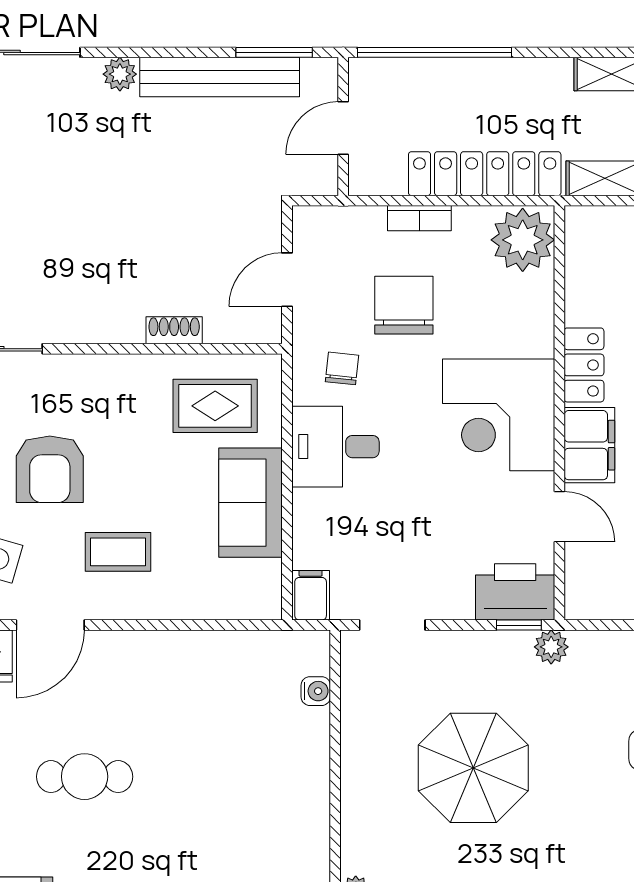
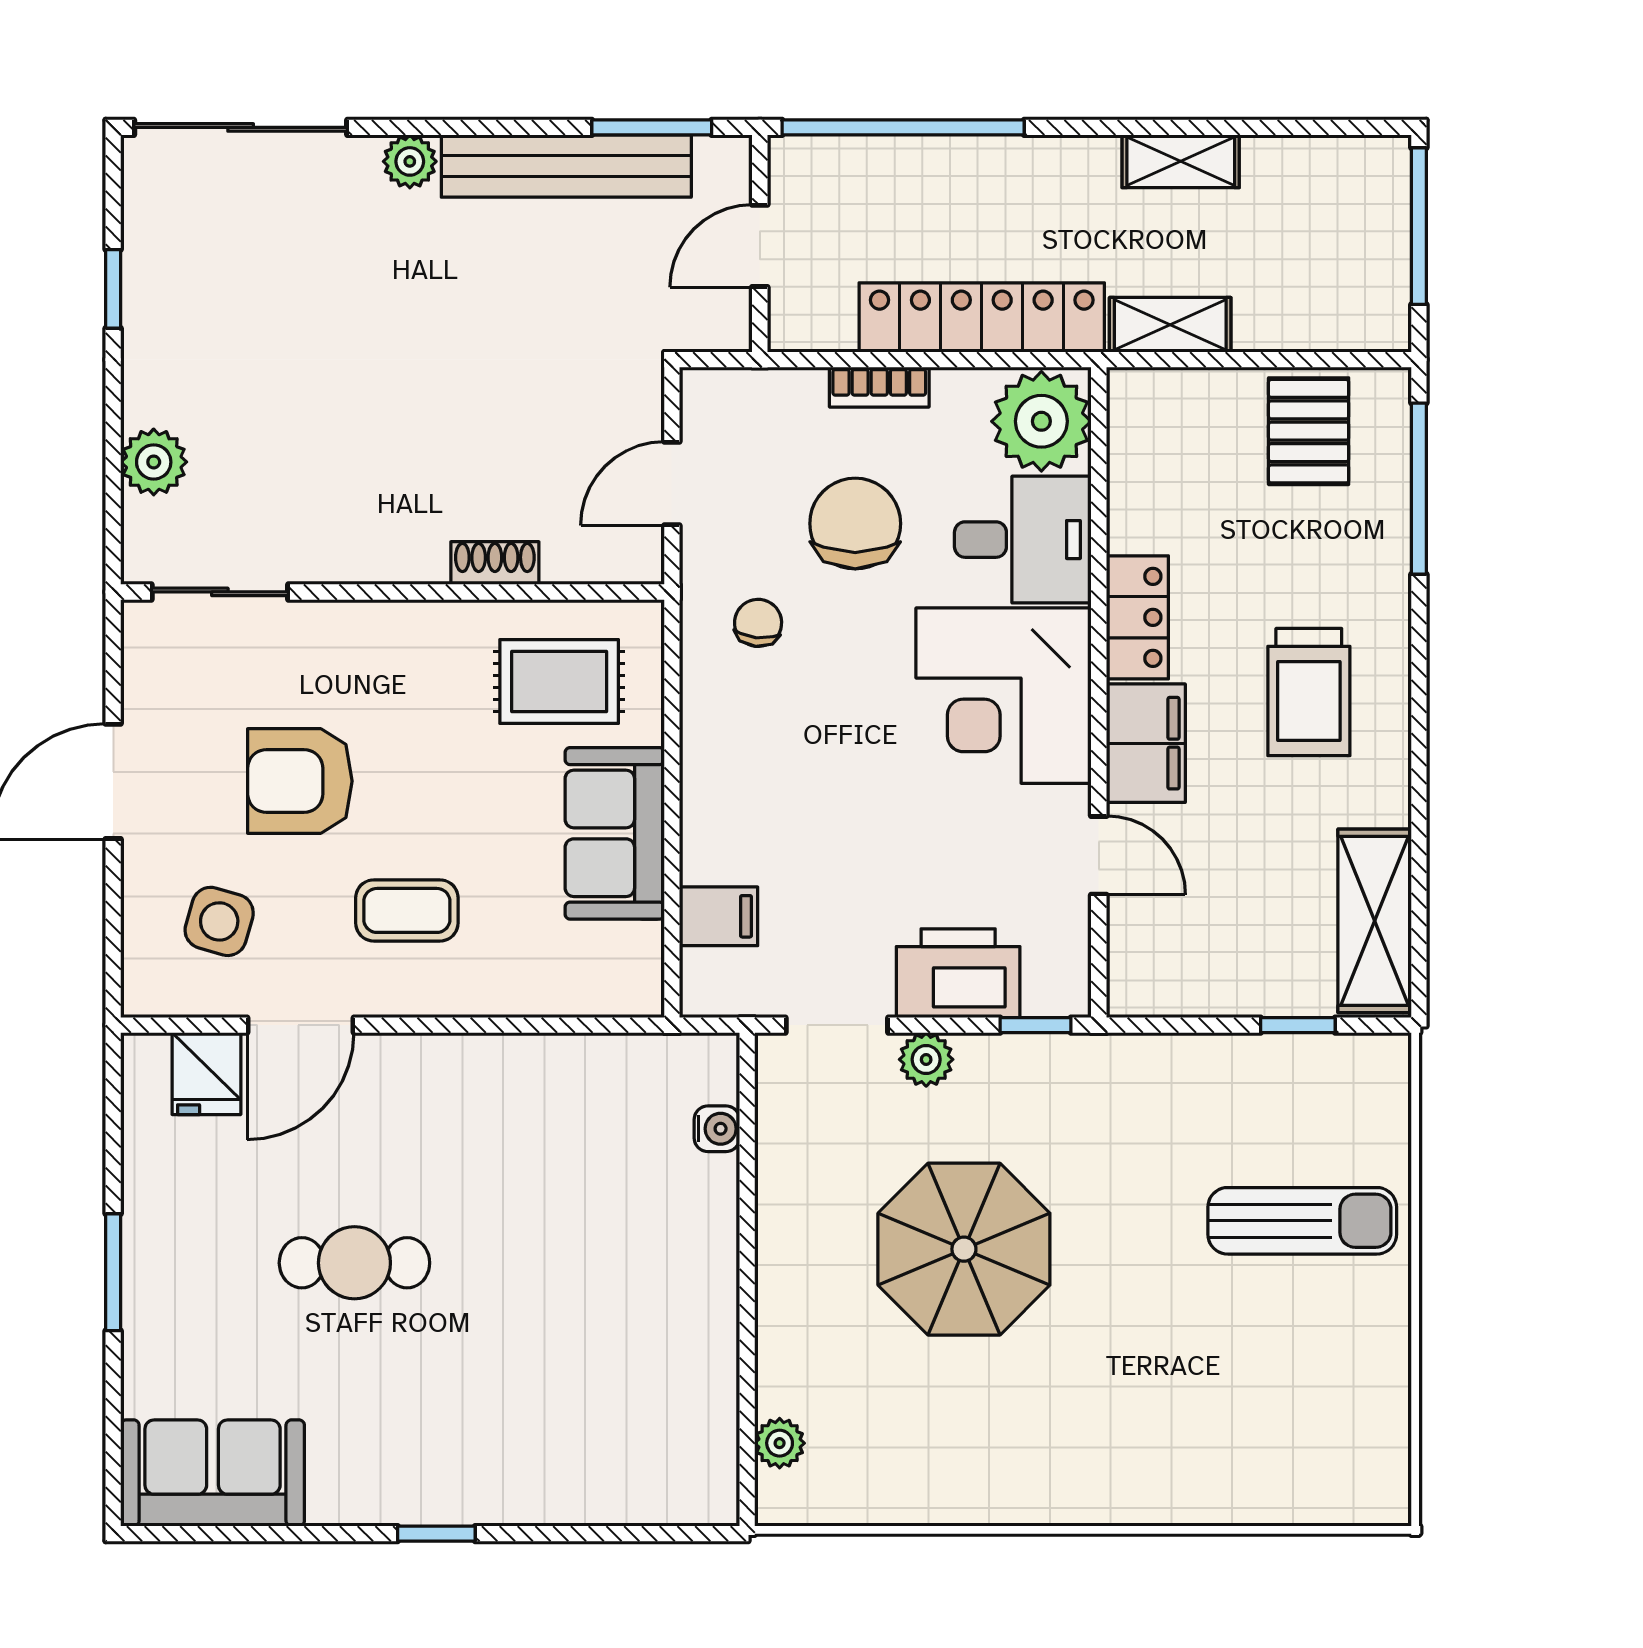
desk: (335, 447) -> (1023, 540), moved, turned 180
armchair: (50, 469) -> (300, 781), turned 90
printer: (515, 592) -> (958, 973), moved
filing cabinet: (311, 595) -> (719, 916), moved, turned 90
plant: (551, 647) -> (926, 1059), moved

